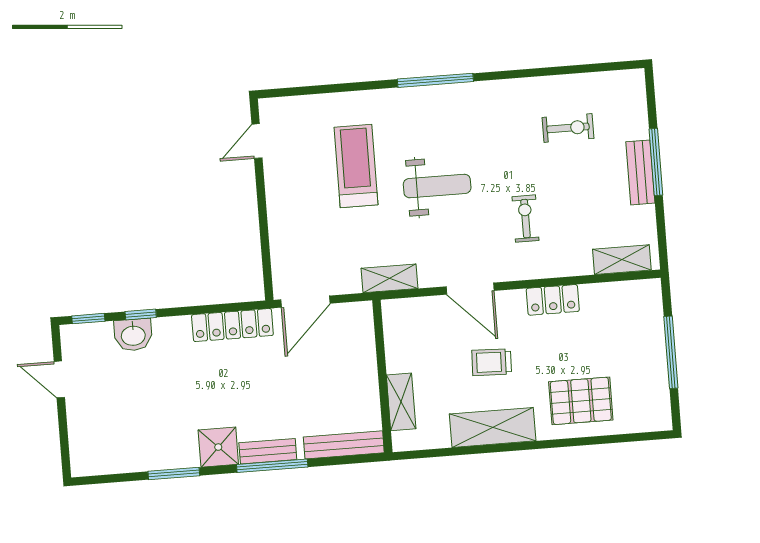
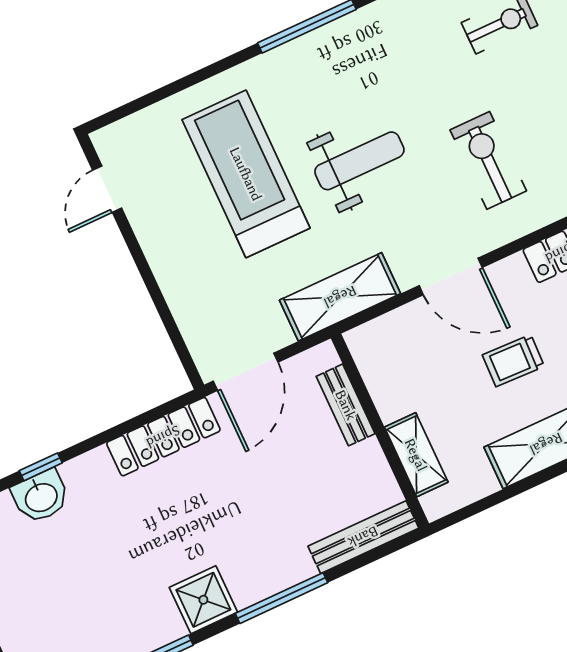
treadmill: (356, 166) -> (246, 174), width x1.37, depth x1.38
exercise bike: (525, 219) -> (488, 160), width x1.38, depth x1.39
shelving: (389, 278) -> (340, 297), width x1.50, depth x1.33
bench: (268, 451) -> (346, 405), moved, turned 90

